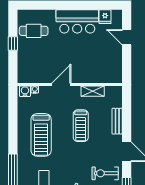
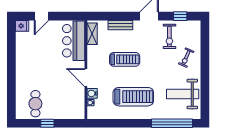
fridge: (105, 17) -> (22, 26), moved
bar counter: (77, 21) -> (74, 41), moved, turned 180
water cooler: (25, 91) -> (92, 93), moved
shelving: (93, 91) -> (92, 34), moved

